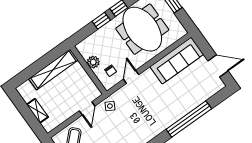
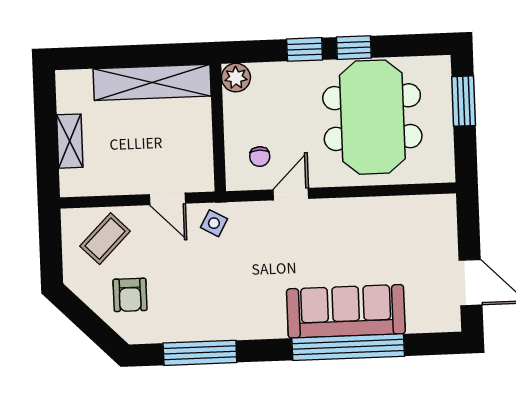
sofa: (177, 61) -> (346, 311), moved, turned 180
plant: (93, 62) -> (236, 78), moved
door: (87, 108) -> (167, 199), hinge flipped

